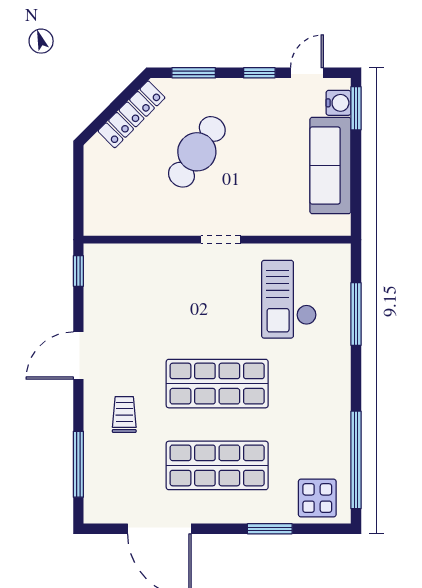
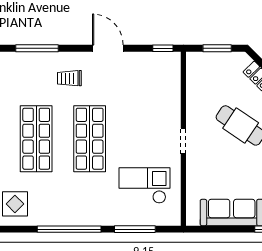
window: (78, 188) -> (217, 48), added
trolley: (124, 414) -> (69, 78), turned 180
window: (356, 460) -> (69, 229), moved

